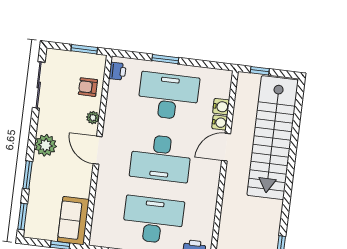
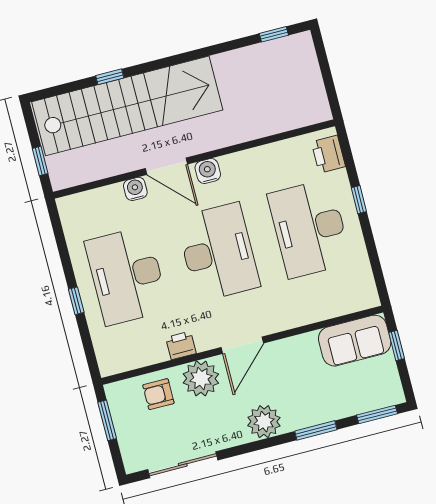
window: (165, 59) -> (76, 301), width x0.67
printer: (118, 71) -> (181, 345), moved
armchair: (88, 87) -> (158, 394), turned 90
water cooler: (221, 107) -> (208, 171), moved
plant: (93, 118) -> (201, 378), width x1.87, depth x1.87
window: (295, 134) -> (110, 77), added

